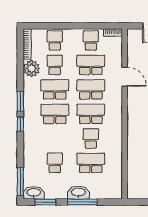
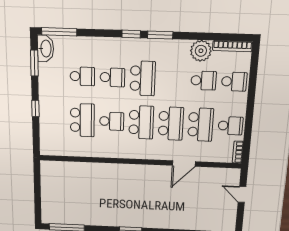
school desk: (55, 89) -> (112, 77), moved, width x0.54
washbasin: (78, 193) -> (47, 104), removed
window: (82, 202) -> (35, 108), width x0.46

